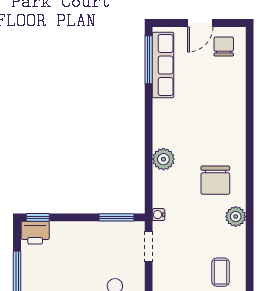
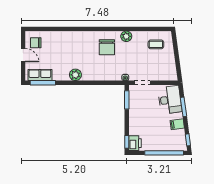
row of seats: (163, 65) -> (40, 75), width x0.68
plant: (163, 159) -> (75, 75), moved
chair: (215, 180) -> (107, 47), turned 90

